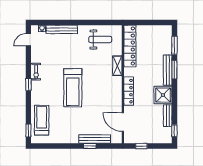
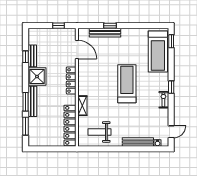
treadmill: (42, 120) -> (158, 51), width x1.37, depth x1.38
window: (174, 131) -> (26, 57), moved

